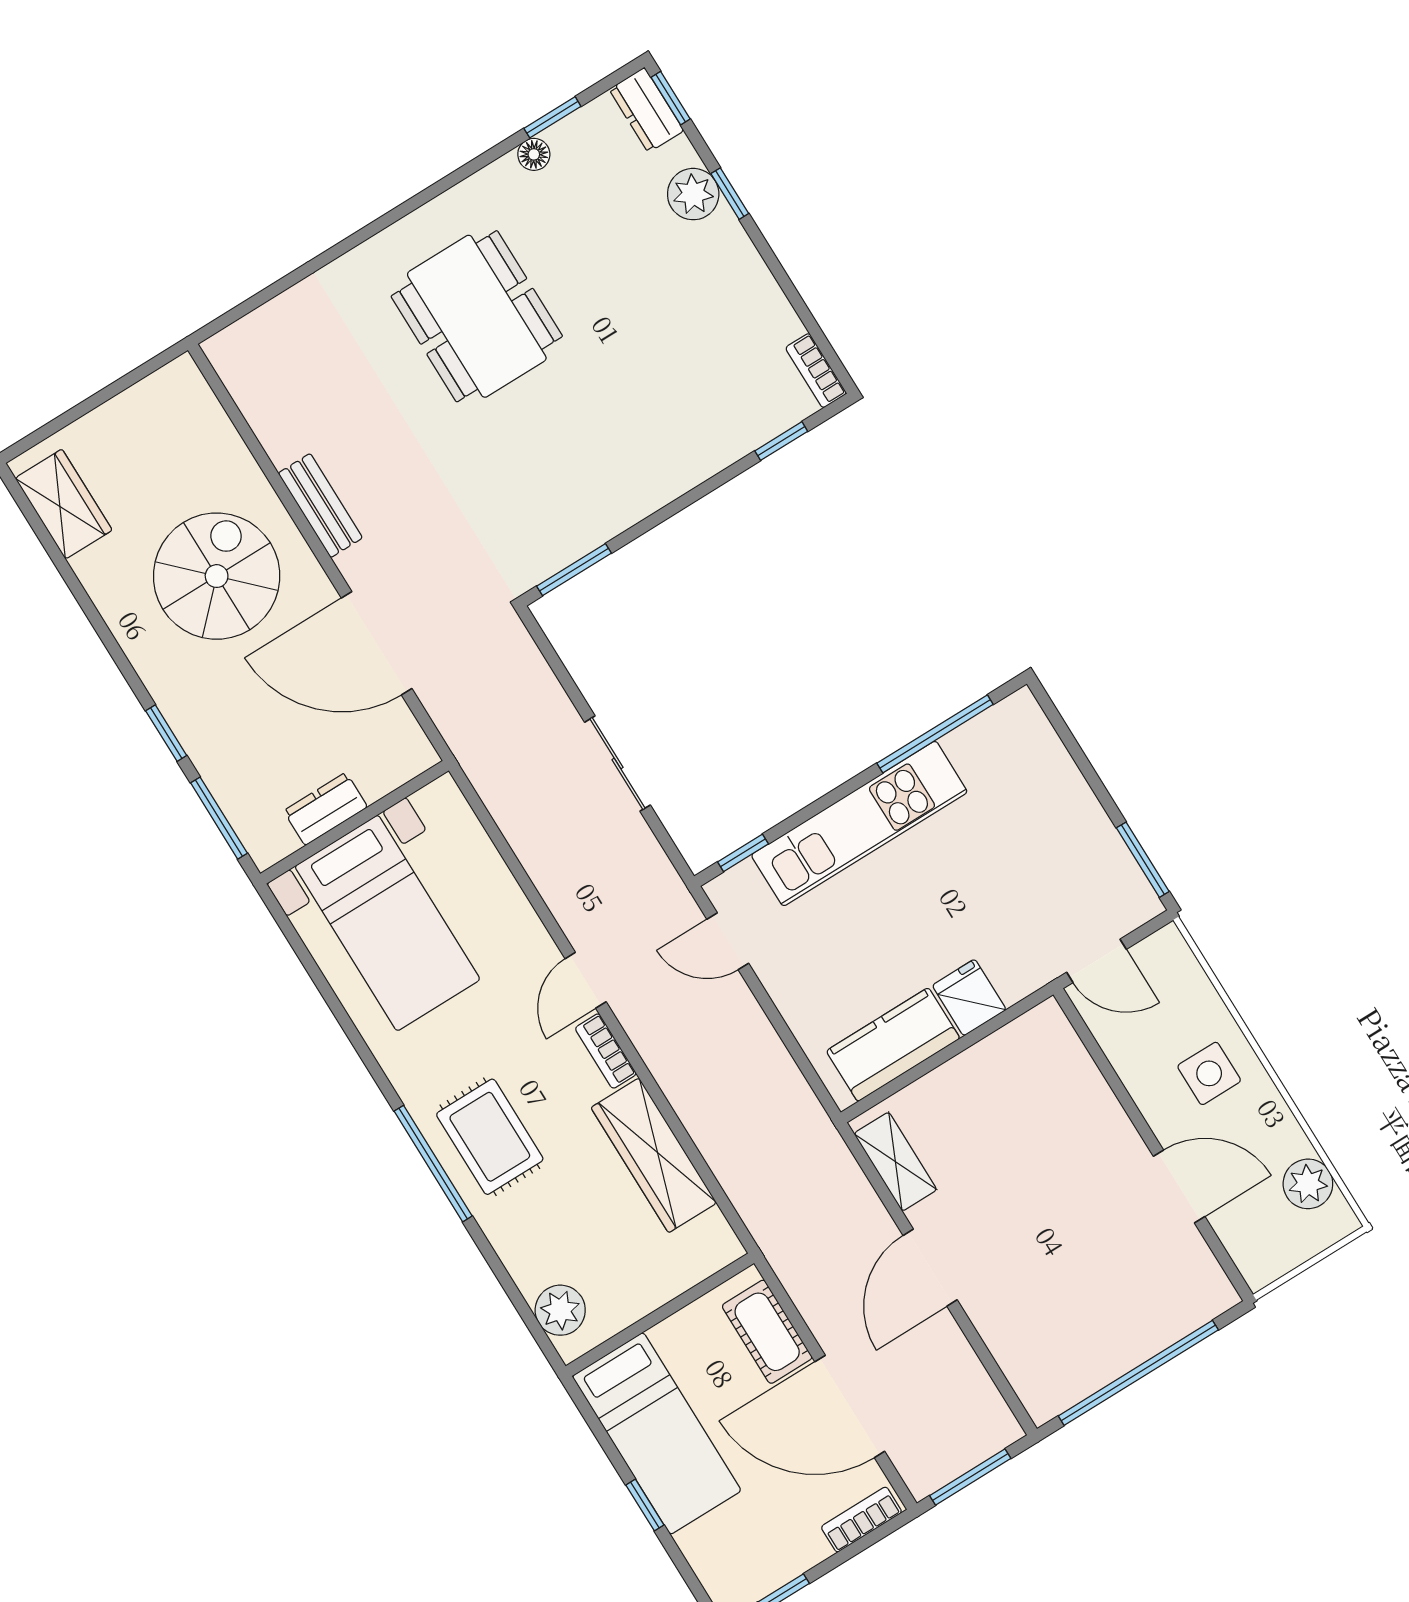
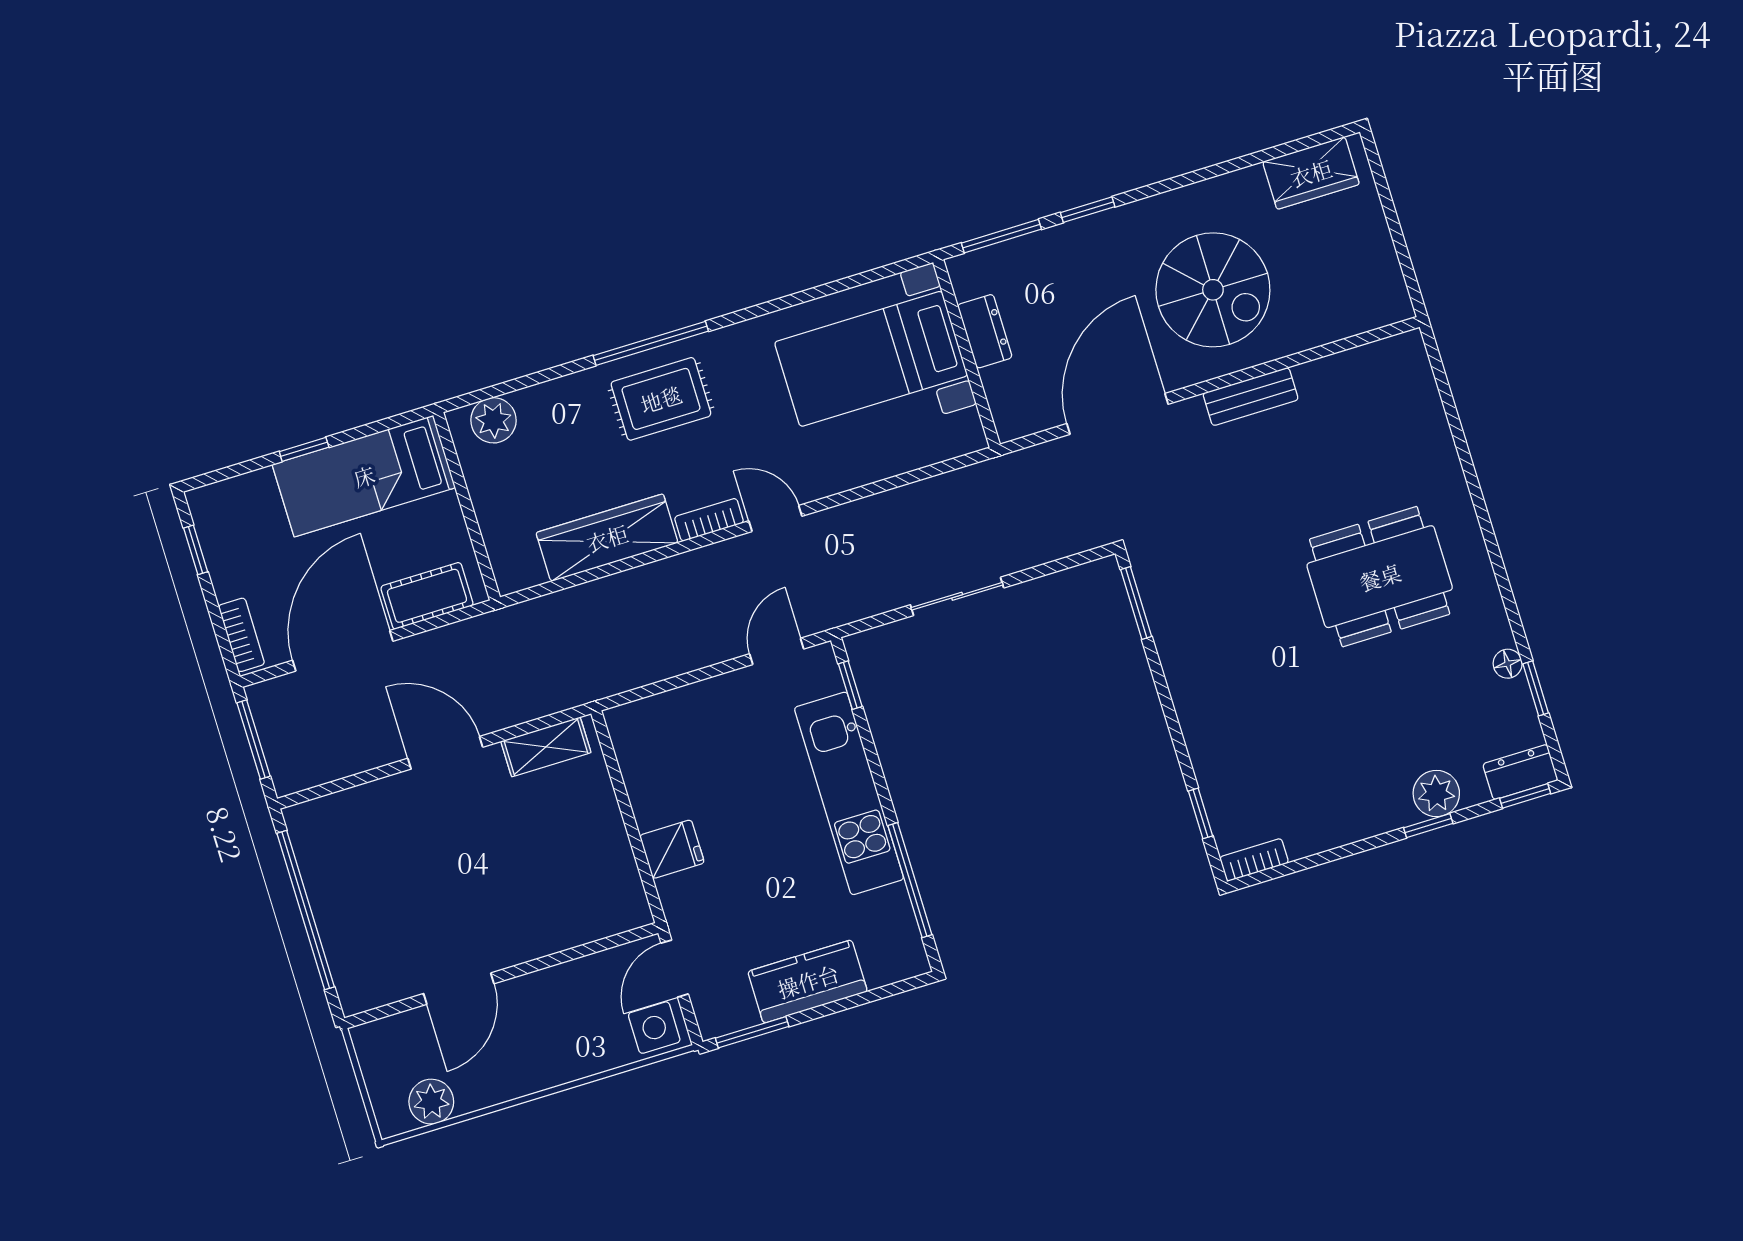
kitchen counter: (893, 1045) -> (808, 981), moved, turned -90
side table: (1209, 1073) -> (654, 1028), moved

